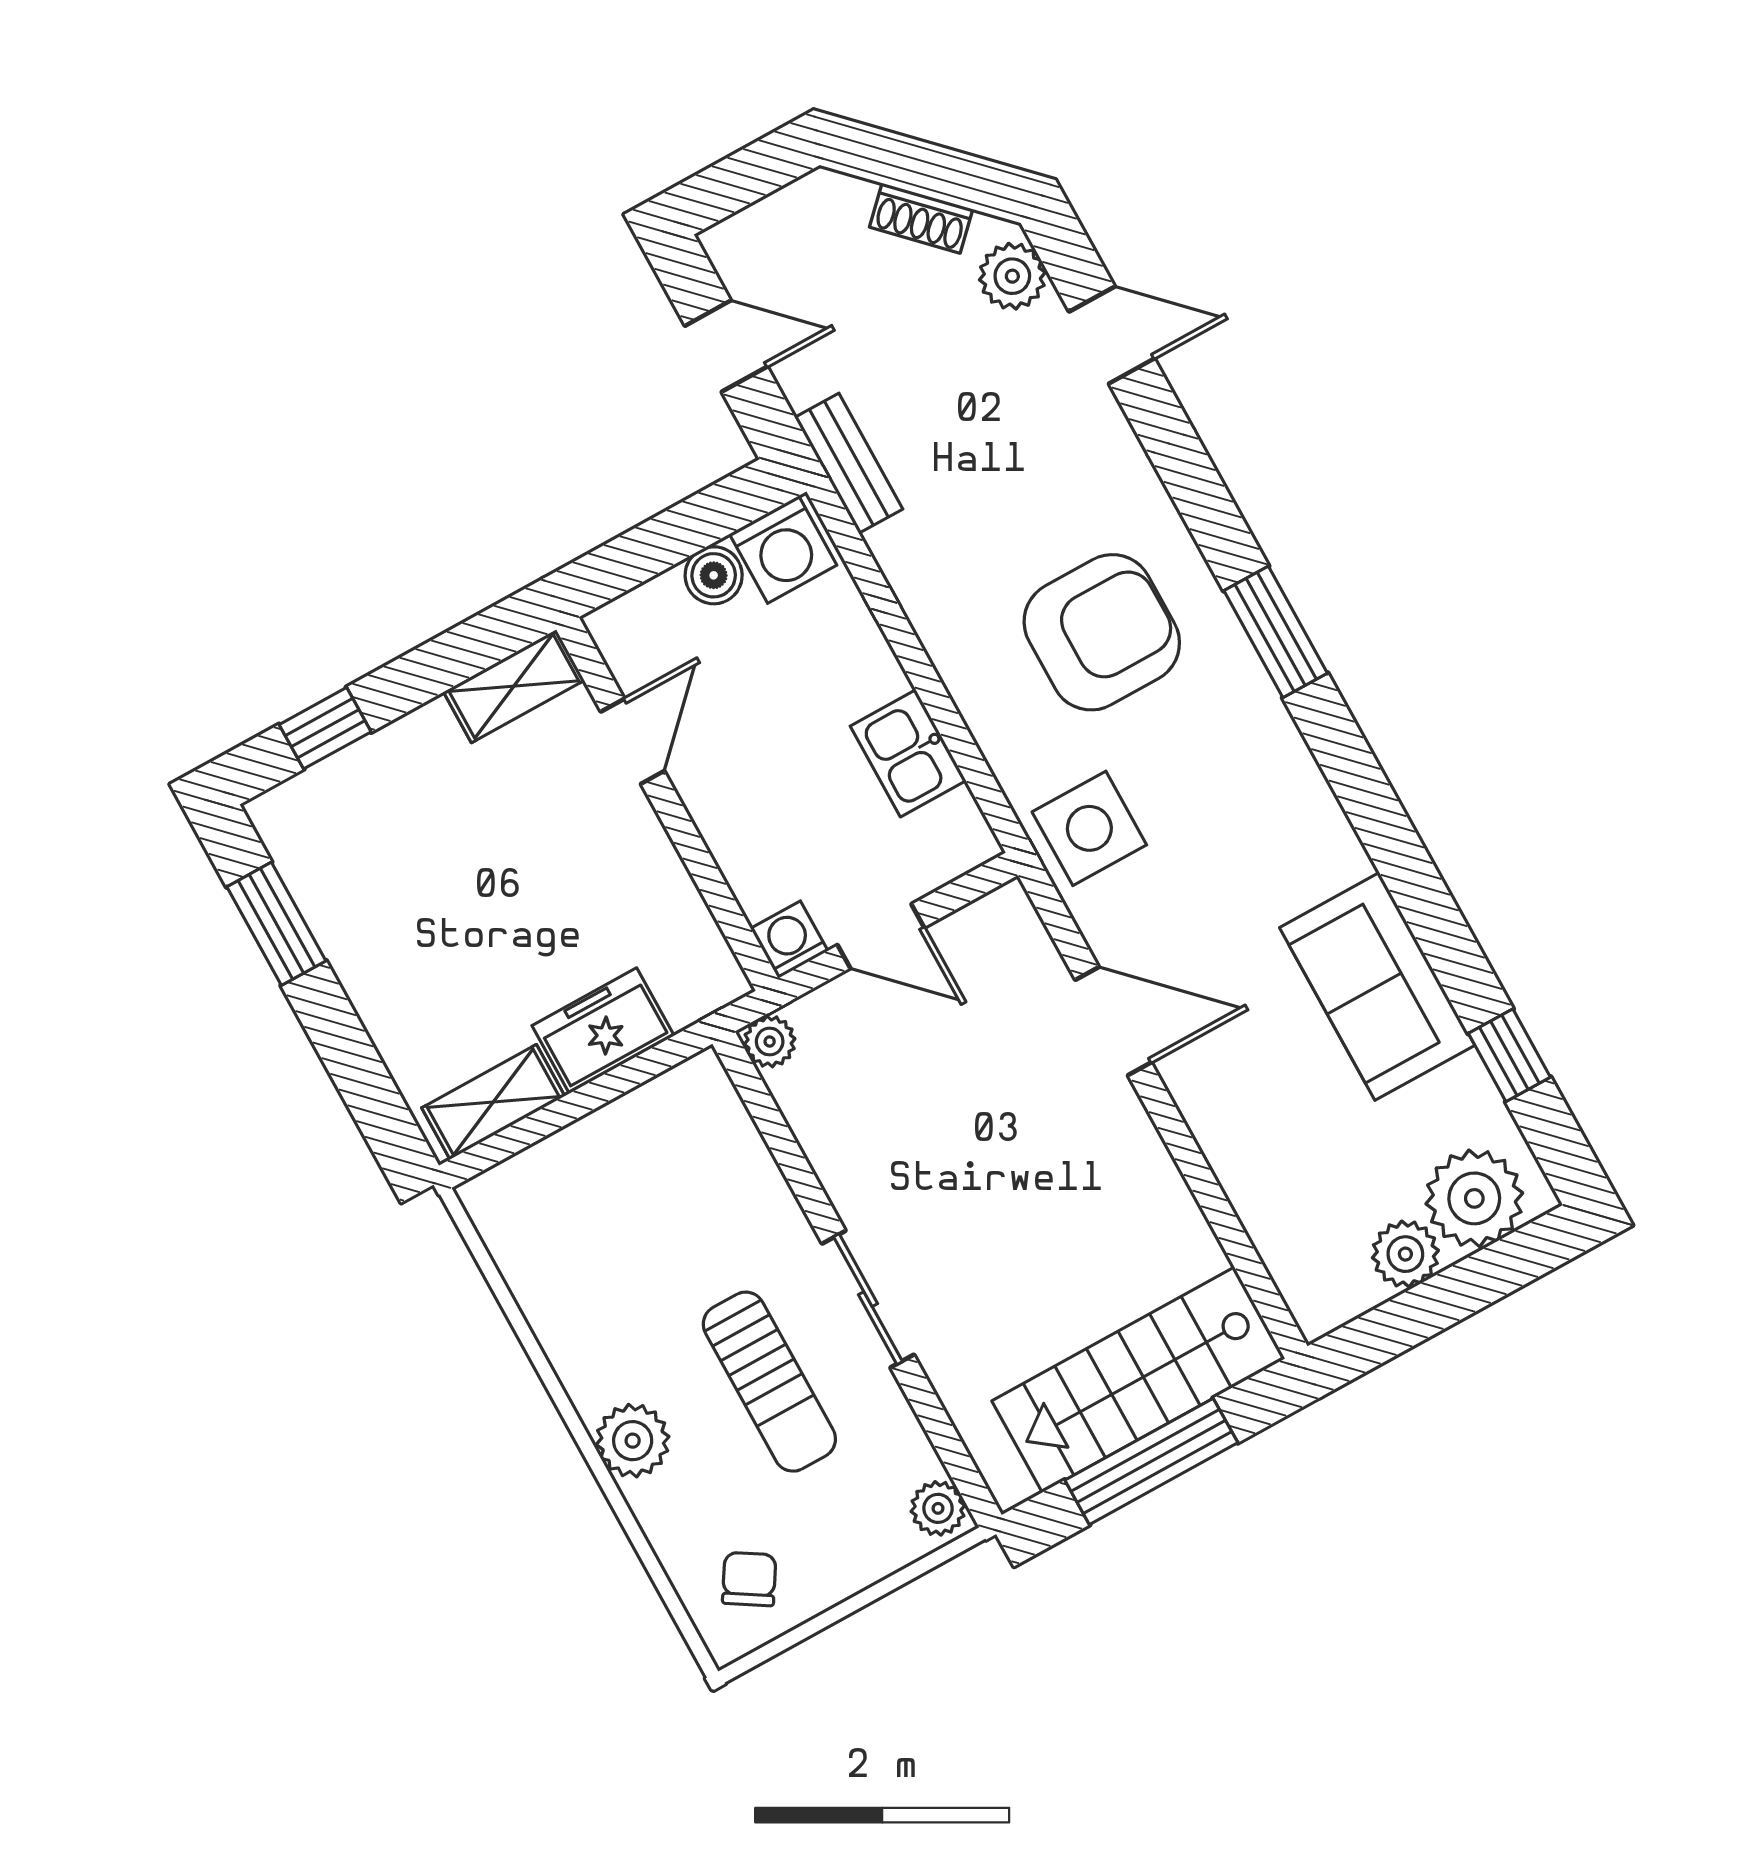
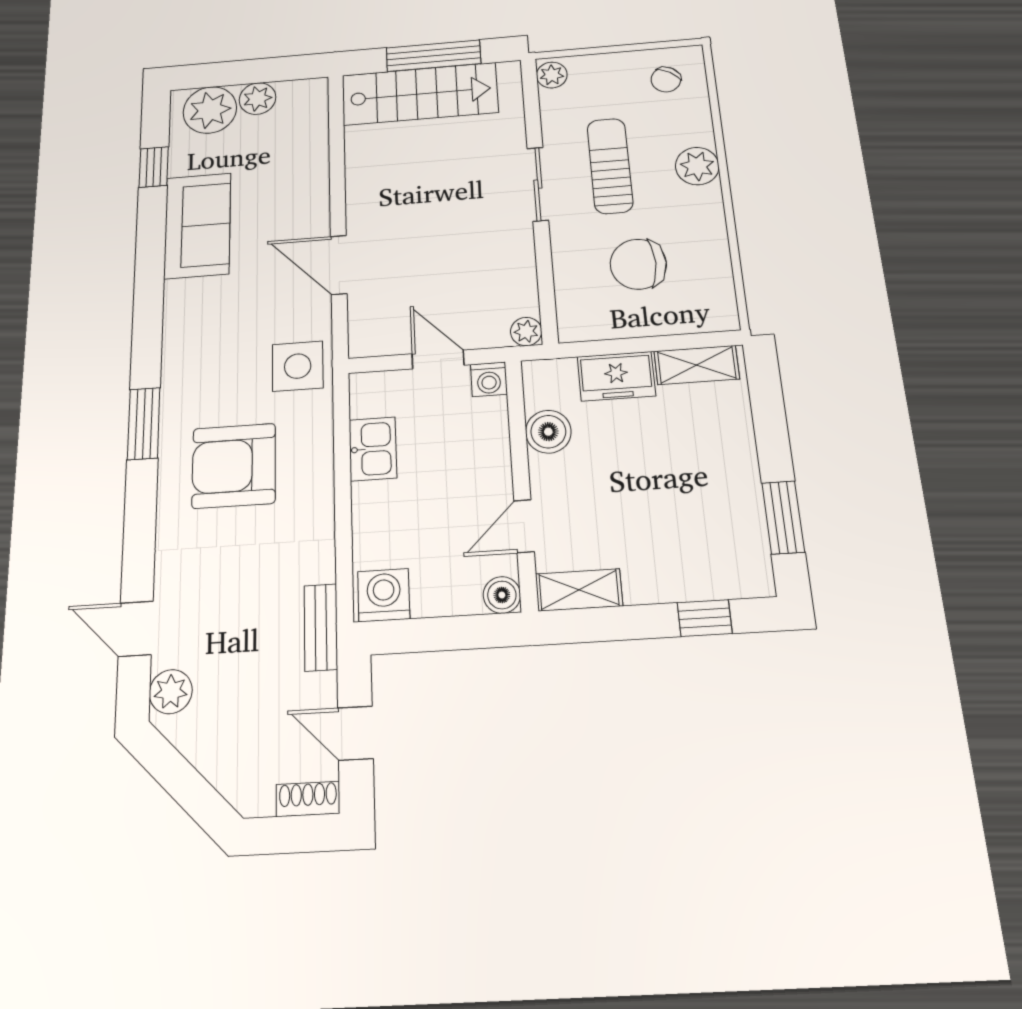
shoe rack: (921, 218) -> (308, 799), moved, turned -45
boiler: (714, 575) -> (502, 595), moved
boiler: (663, 899) -> (548, 432), added
chair: (650, 1229) -> (638, 264), added

